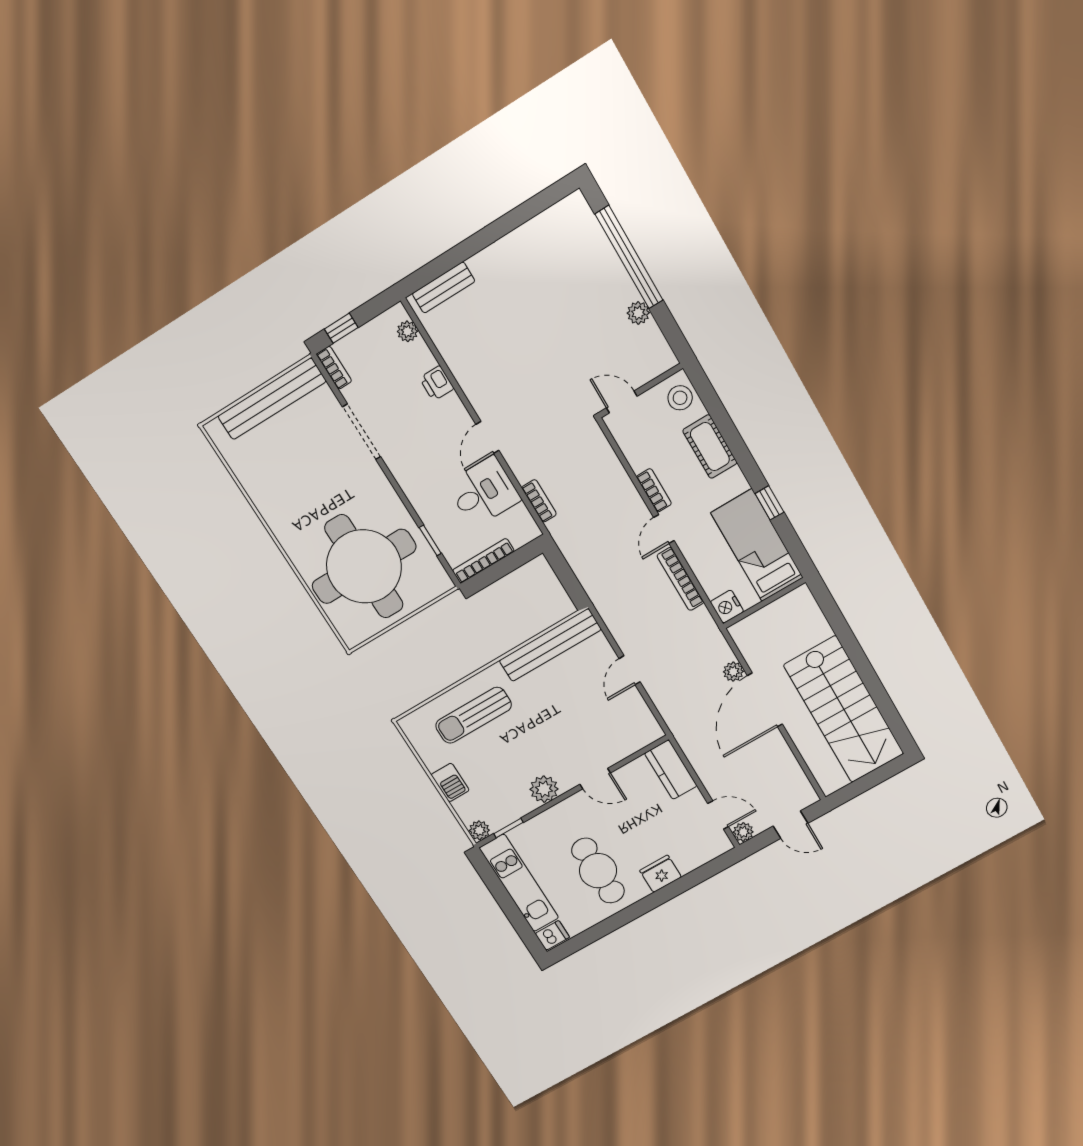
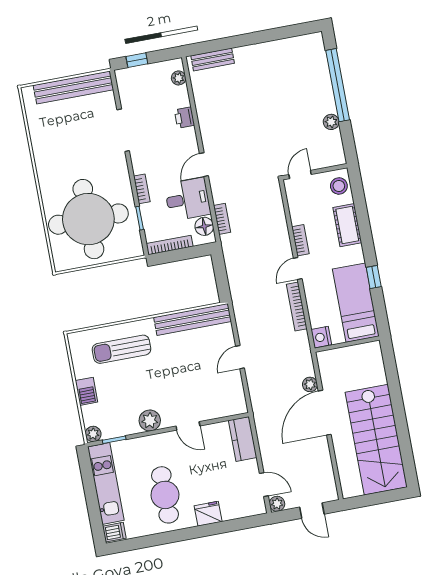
bookcase: (334, 368) -> (142, 189), moved
door: (622, 402) -> (300, 175), hinge flipped
floor lamp: (519, 520) -> (204, 226), added

